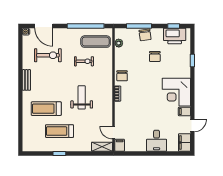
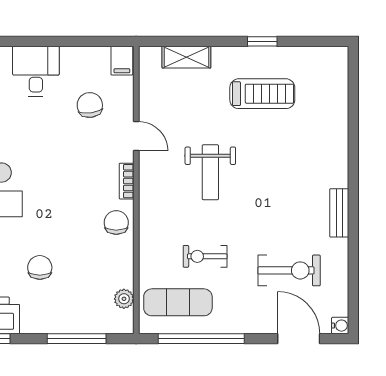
chair: (145, 35) -> (90, 105), moved
exercise bike: (48, 55) -> (289, 270), turned 180
treadmill: (46, 109) -> (293, 146), removed
door: (113, 133) -> (136, 136), moved
shelving: (102, 147) -> (186, 57), moved

